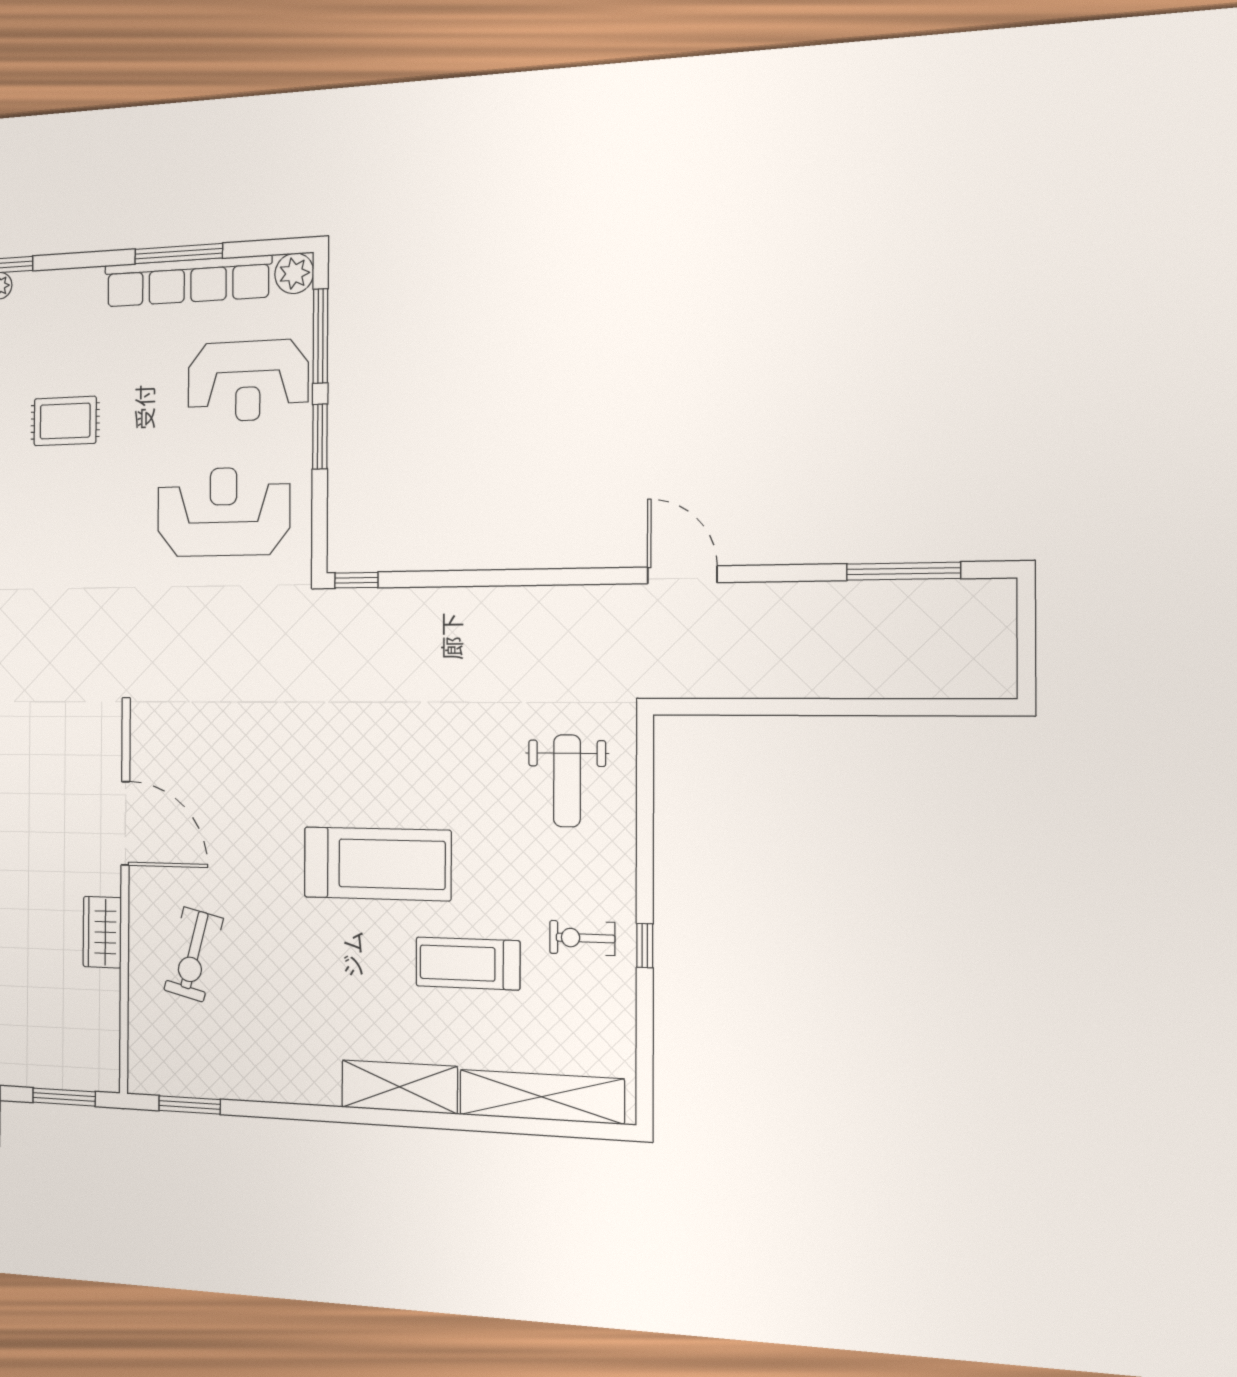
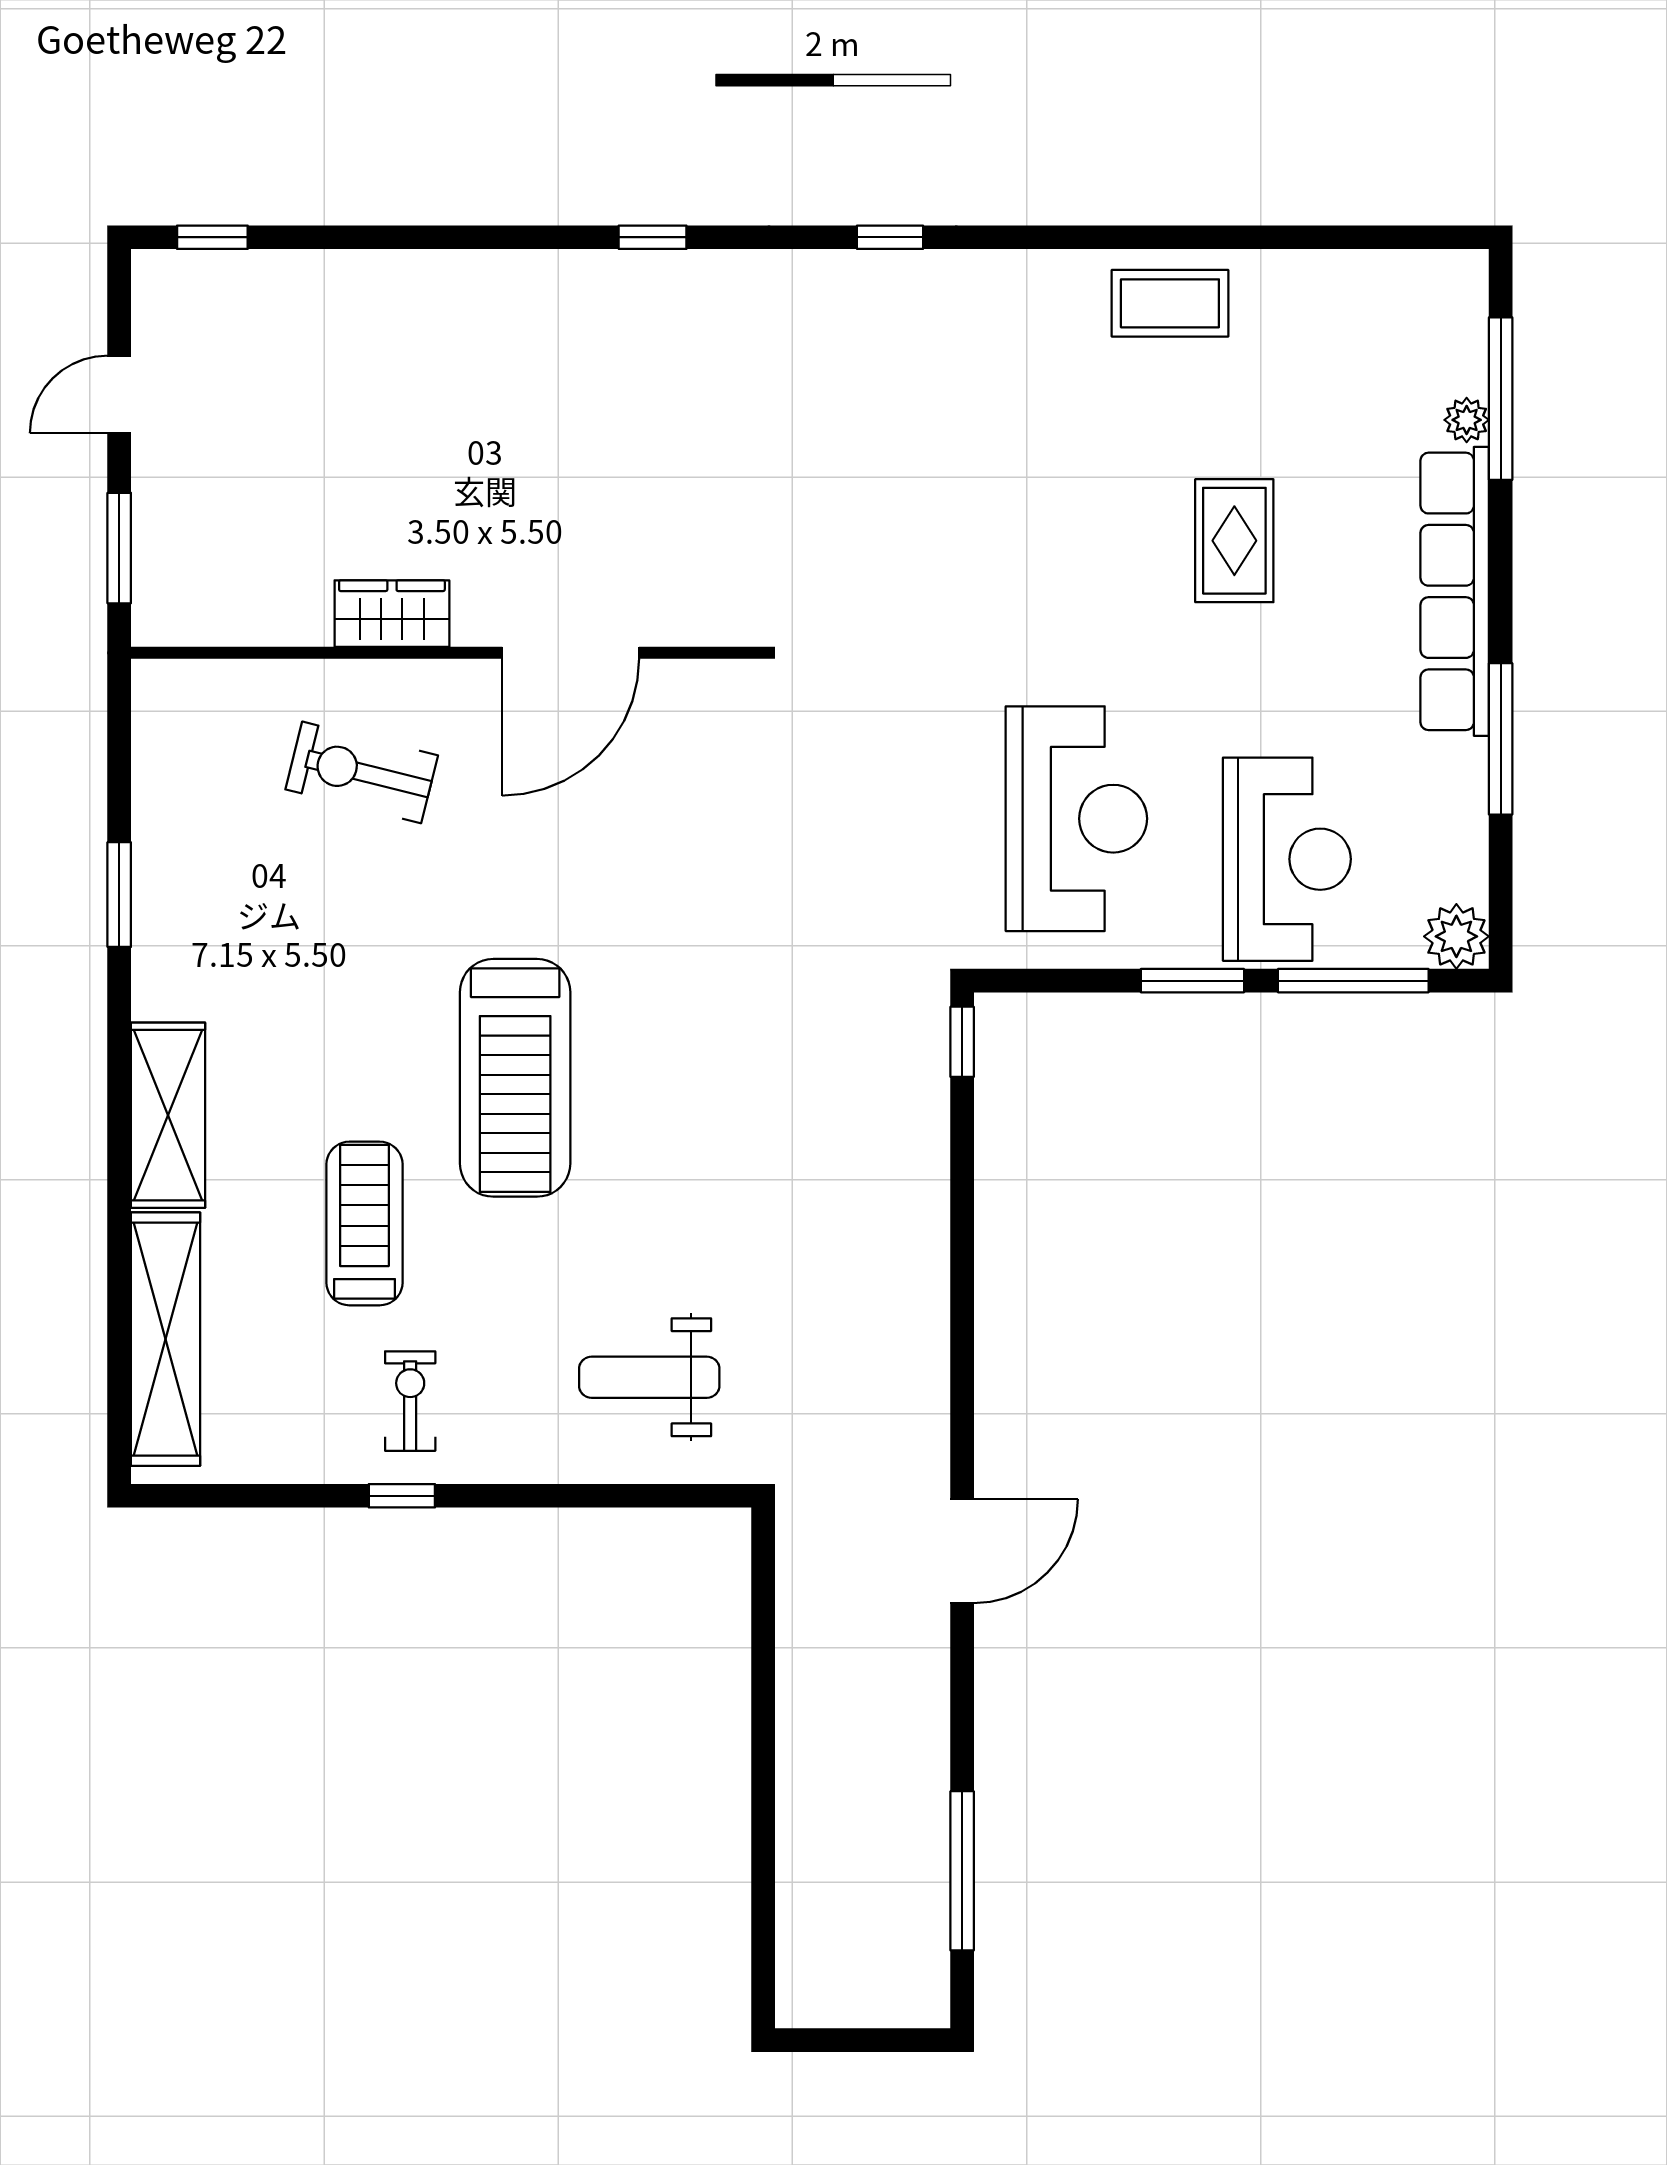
row of seats: (188, 281) -> (1455, 591), moved
reception desk: (248, 381) -> (1287, 859), turned 180
window: (190, 1105) -> (119, 895), moved

